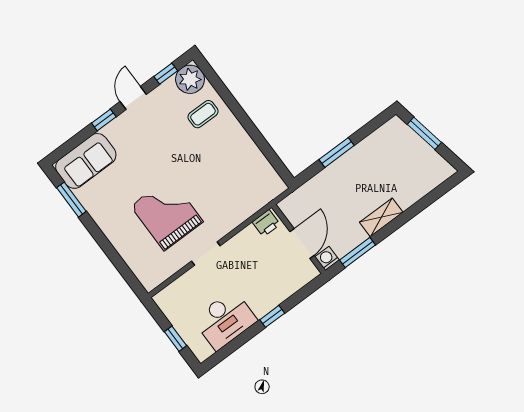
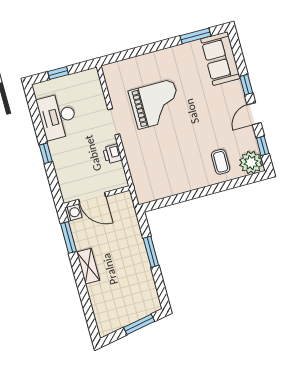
door: (133, 98) -> (254, 114), swing flipped
printer: (266, 223) -> (112, 154), moved

